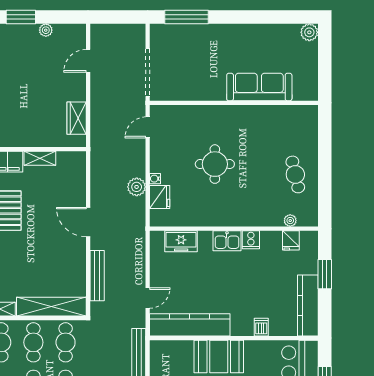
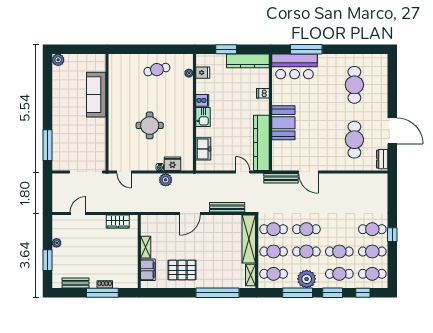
door: (88, 61) -> (78, 214), swing flipped

